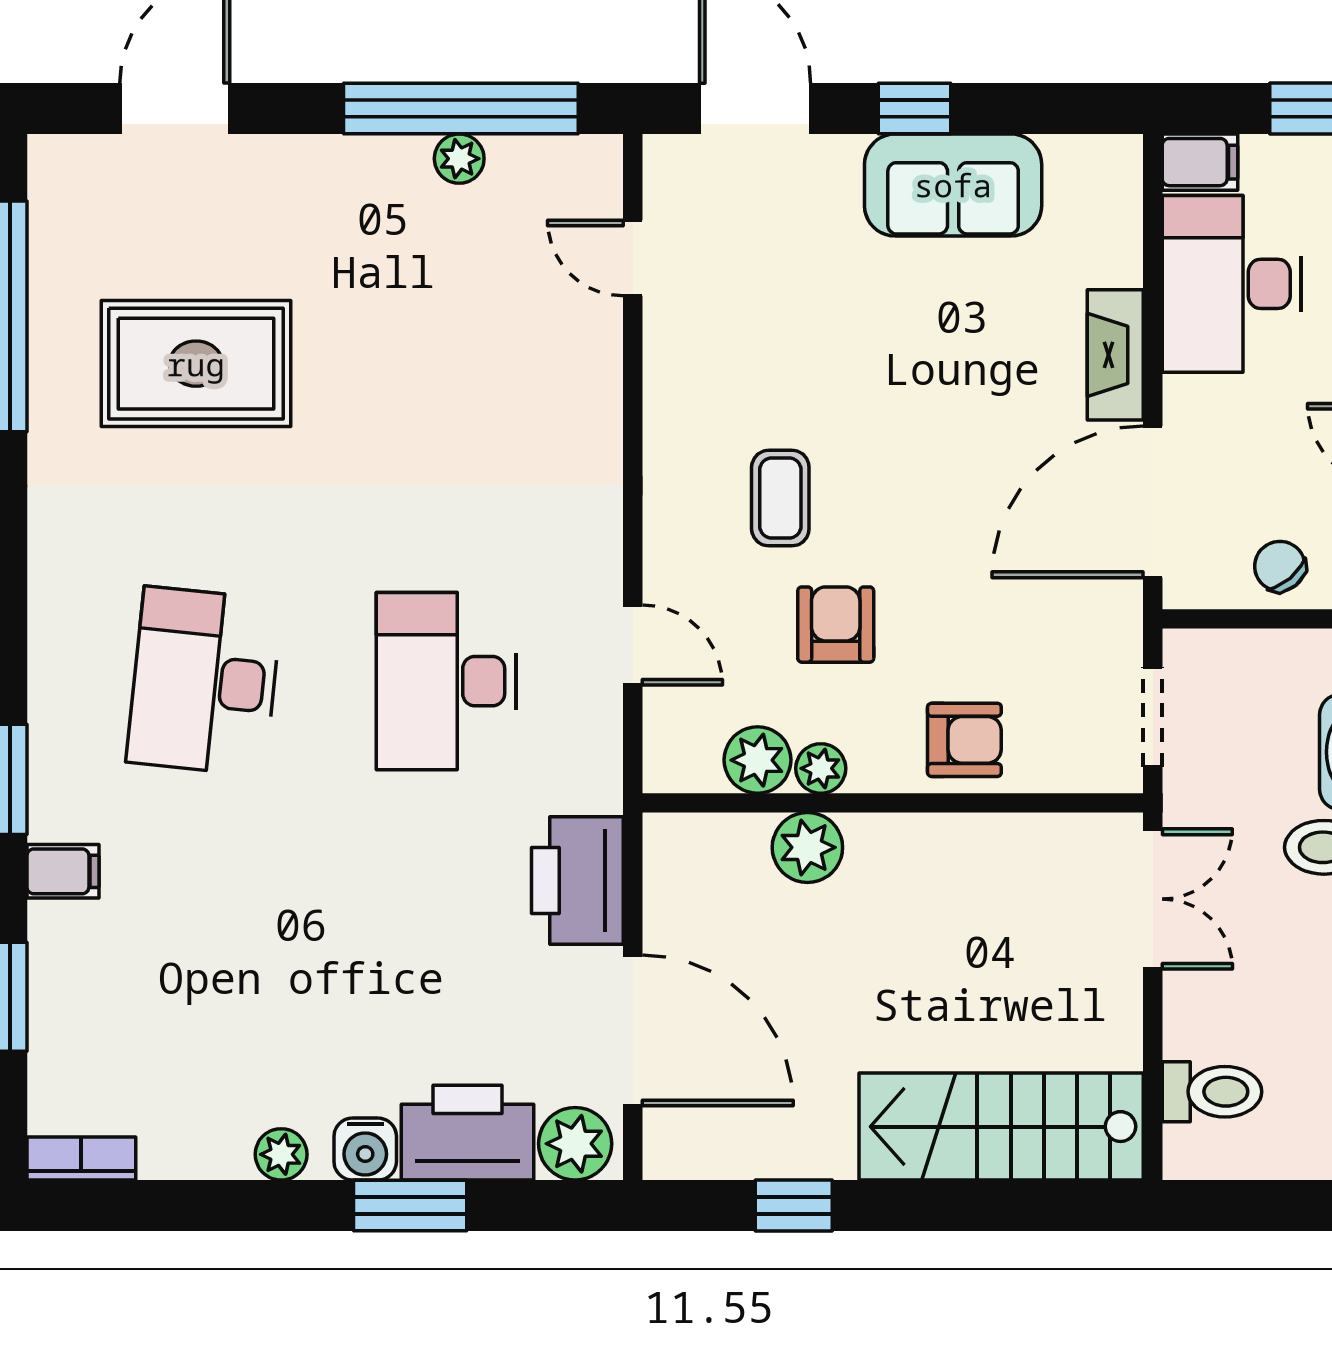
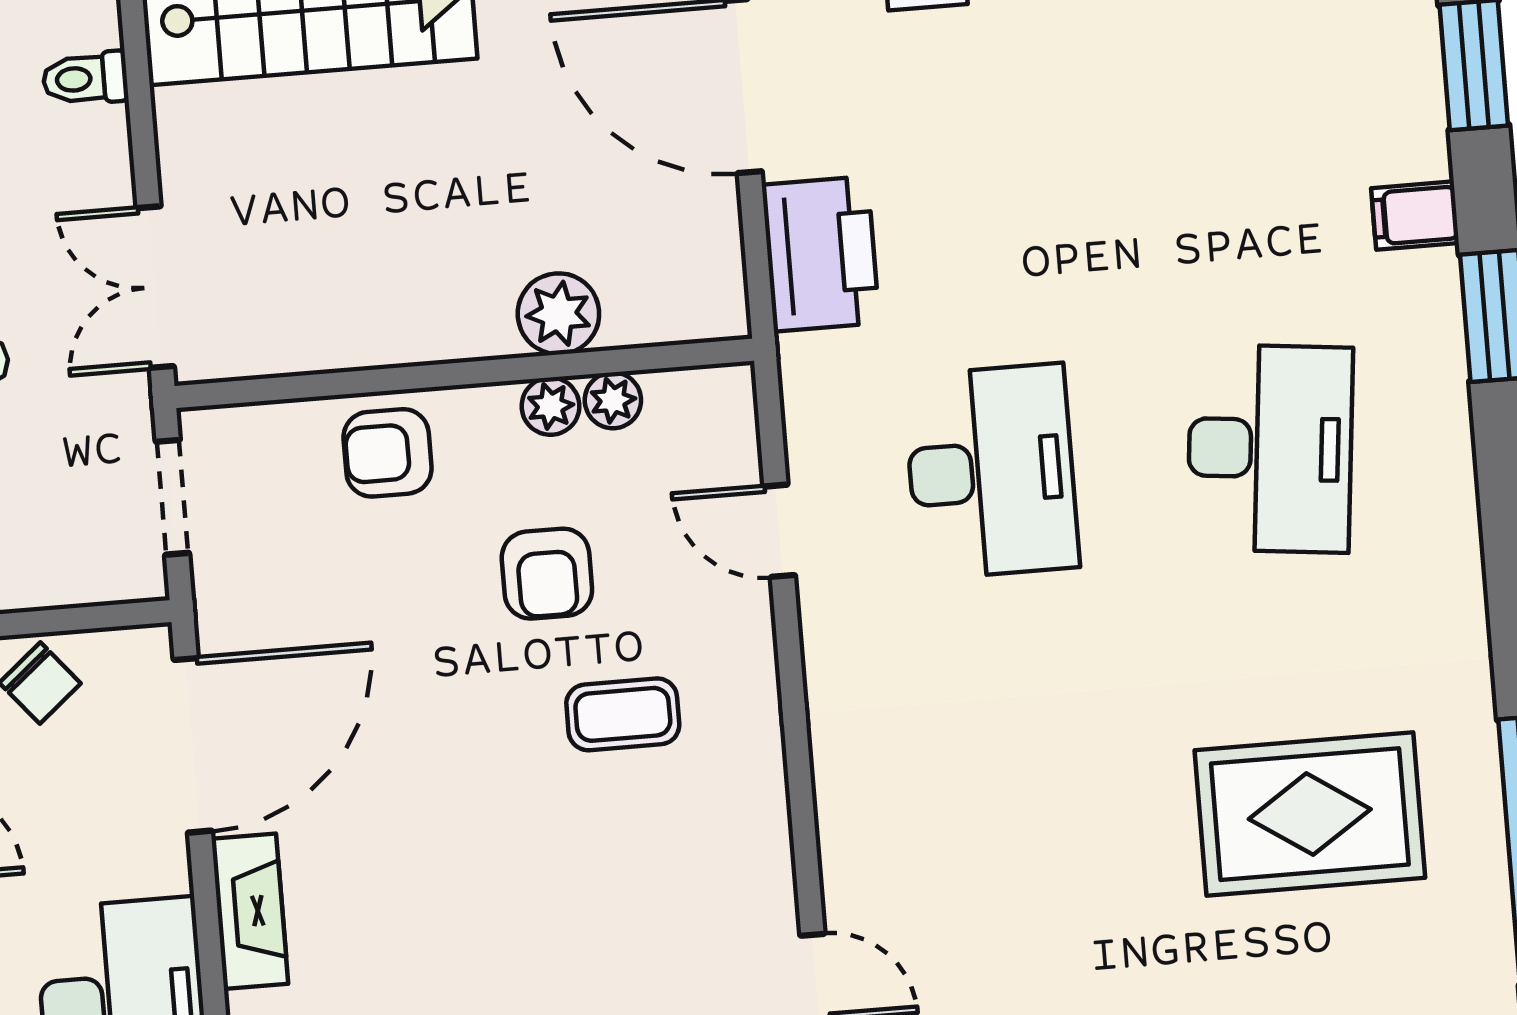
coffee table: (780, 498) -> (623, 714), turned 90
plant: (758, 760) -> (613, 400), width x0.73, depth x0.73
toilet: (1212, 1092) -> (85, 78), width x0.73, depth x0.72

